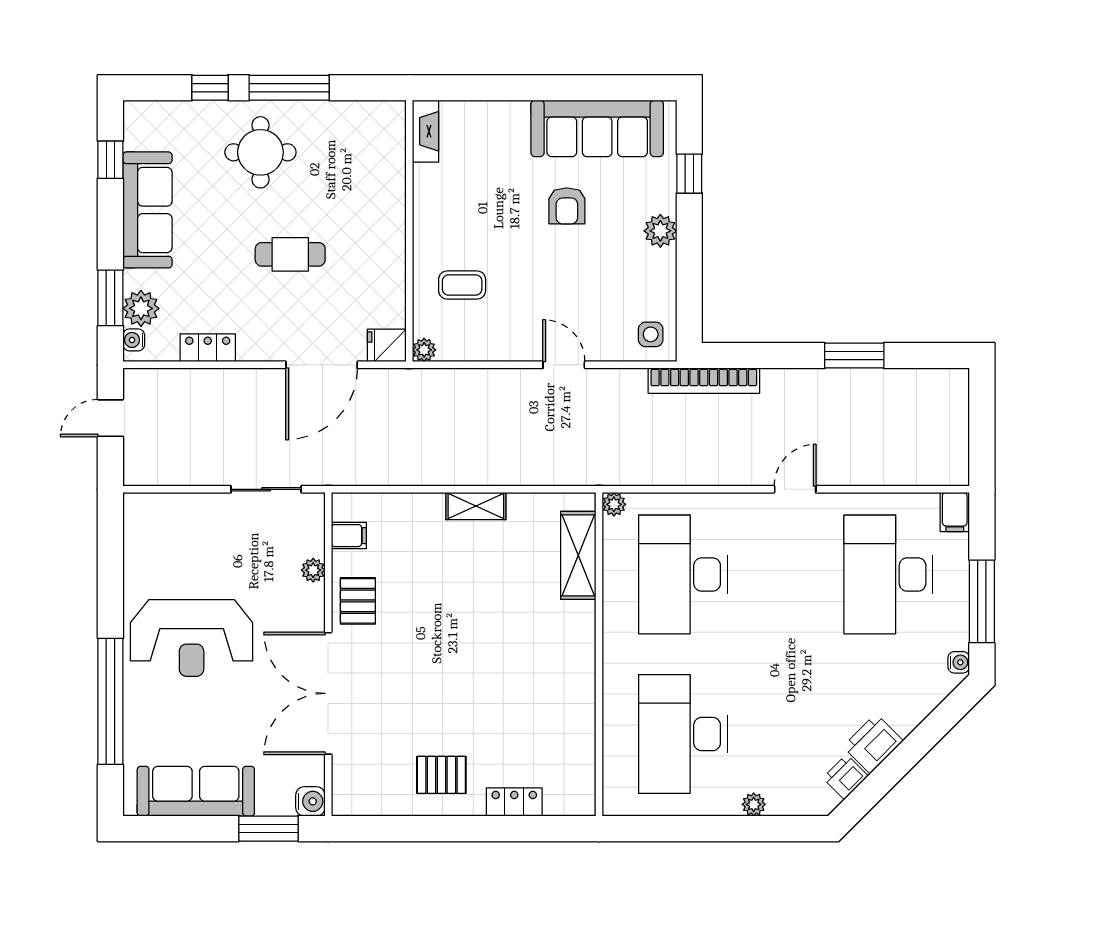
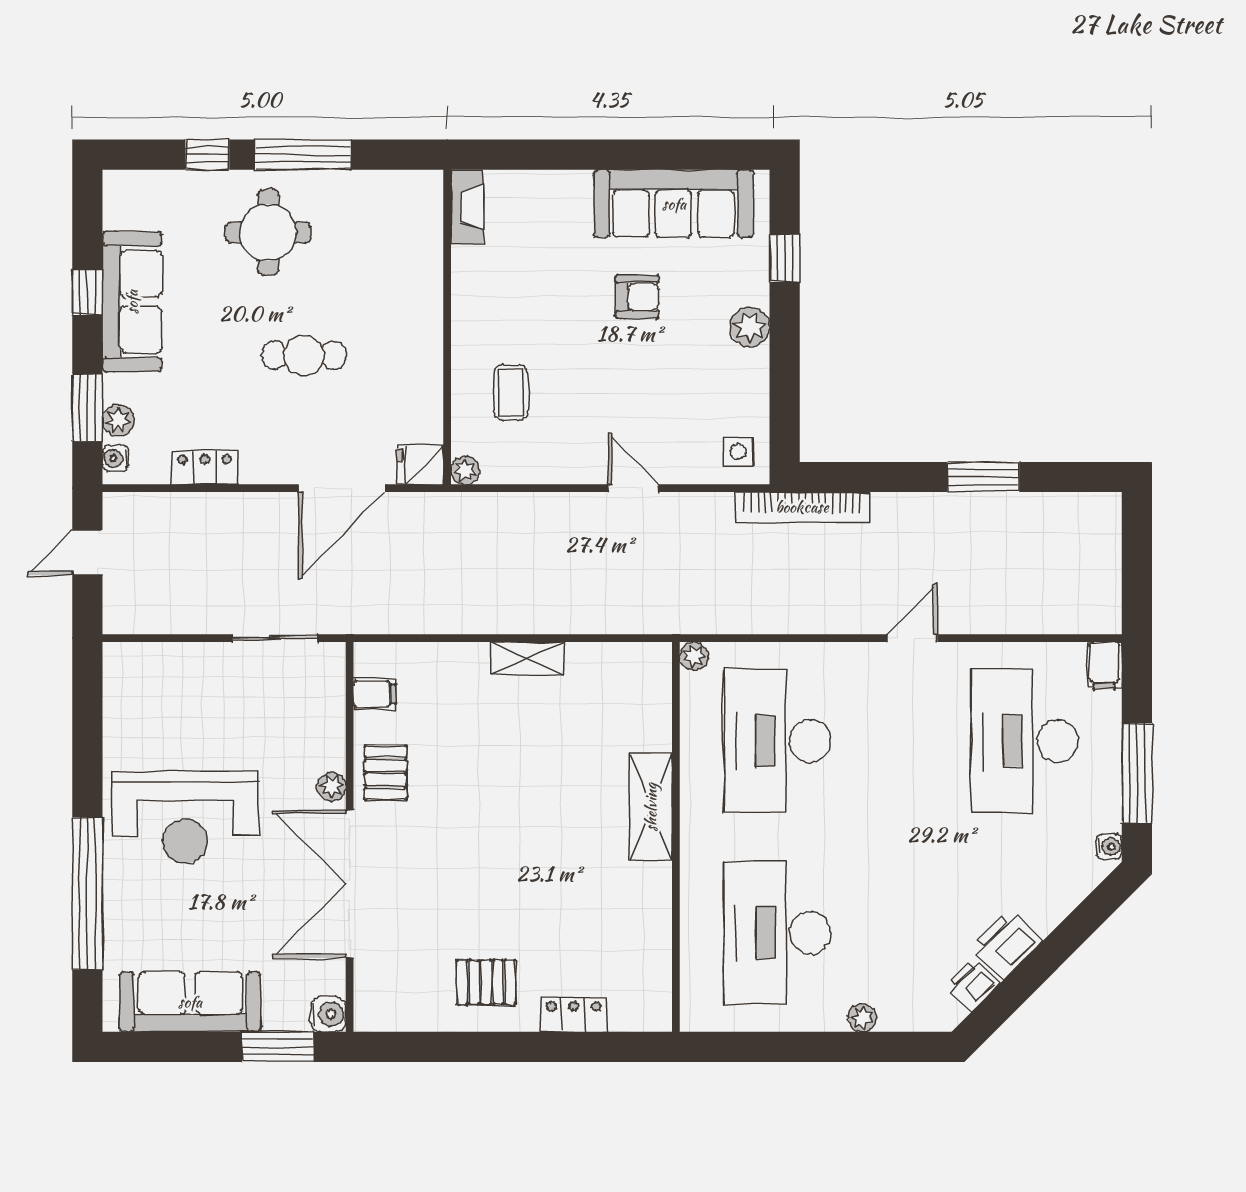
window: (110, 160) -> (87, 292), moved
armchair: (567, 206) -> (637, 297), turned -90
coffee table: (462, 285) -> (511, 392), turned 90
plant: (141, 308) -> (118, 420), width x0.73, depth x0.73
shelving: (578, 555) -> (651, 807), moved
plant: (313, 570) -> (332, 787), moved

